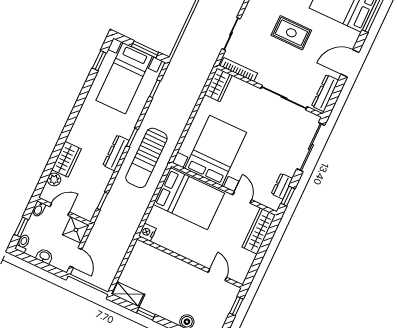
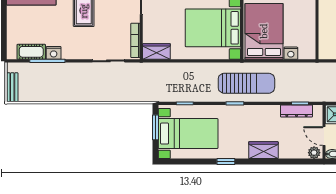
window: (99, 61) -> (226, 161), moved
dresser: (116, 153) -> (296, 111), moved
wardrobe: (66, 159) -> (263, 150), moved
plant: (54, 179) -> (314, 153), moved
nightstand: (147, 232) -> (291, 53), moved

